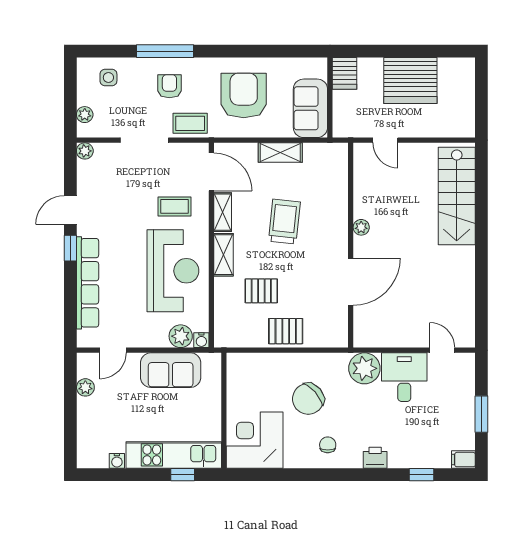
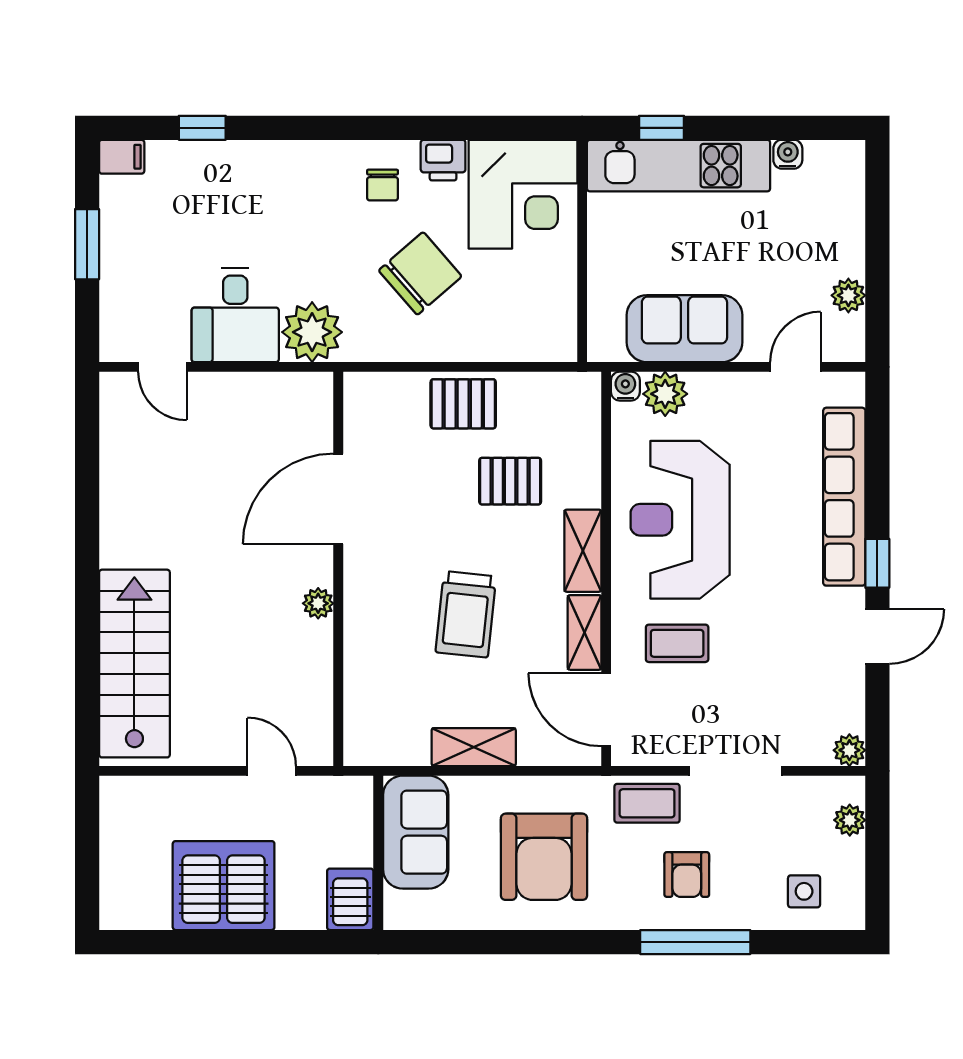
printer: (375, 458) -> (443, 160), moved

